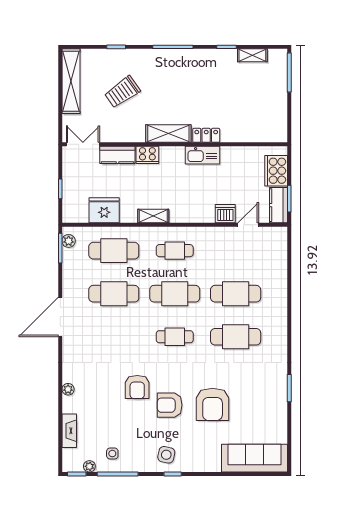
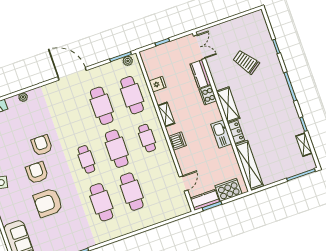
shelving: (71, 81) -> (249, 165), moved, turned 90
fridge: (104, 210) -> (158, 84), width x0.53, depth x0.75
dishwasher: (225, 214) -> (177, 141), moved
door: (248, 225) -> (183, 183), hinge flipped
armchair: (137, 387) -> (42, 145), turned 90

